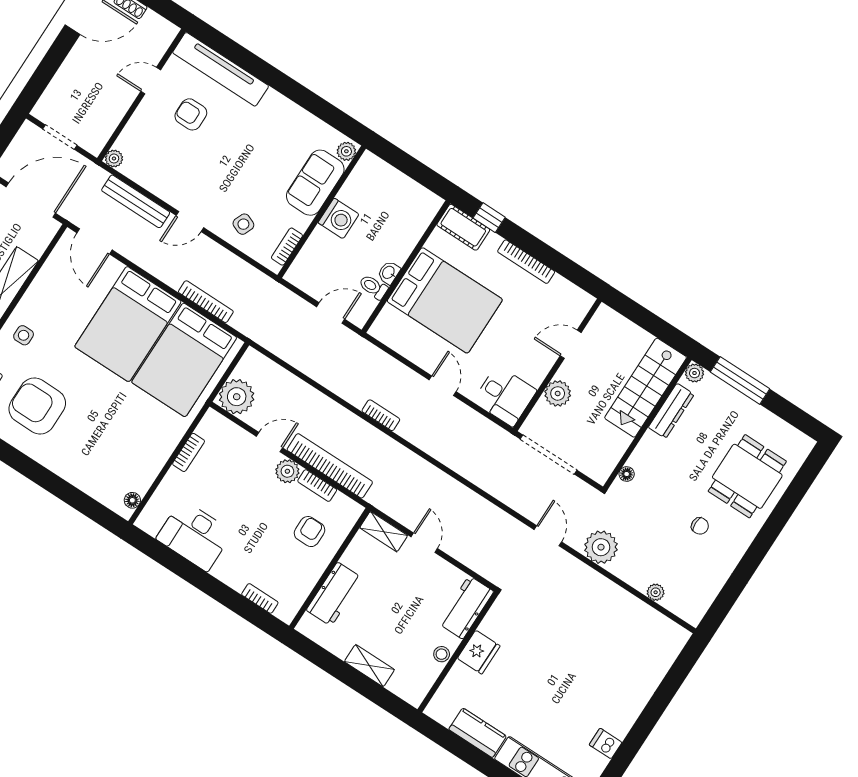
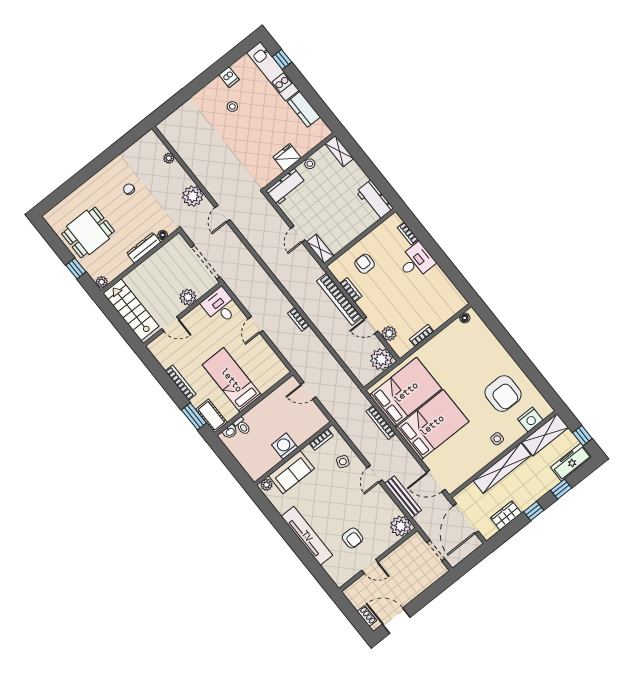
tv unit: (221, 69) -> (307, 536), moved
plant: (114, 158) -> (401, 526), width x1.88, depth x1.88
door: (31, 200) -> (466, 519), hinge flipped
window: (489, 218) -> (194, 416), width x1.50
door: (190, 222) -> (375, 474), swing flipped
door: (94, 241) -> (436, 481), swing flipped
washbasin: (389, 273) -> (230, 432), moved
toilet: (373, 287) -> (242, 426), moved
bed: (445, 300) -> (232, 380), width x0.67
window: (740, 380) -> (76, 268), width x0.46
stairs: (646, 388) -> (131, 310), moved, turned -90
dresser: (671, 411) -> (144, 248), moved
plant: (287, 471) -> (389, 334), moved
dining table: (747, 476) -> (88, 232), moved
armchair: (309, 532) -> (365, 264), turned 90
desk: (195, 535) -> (416, 261), moved, width x0.73
workbench: (334, 594) -> (375, 200), moved, turned -90
shelving: (369, 666) -> (339, 151), moved
stool: (586, 701) -> (232, 106), added

